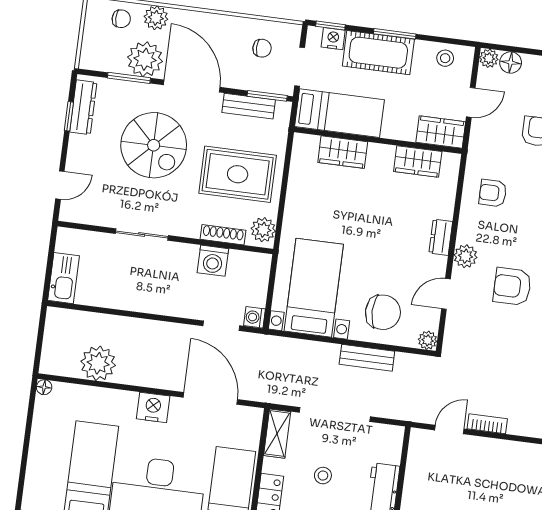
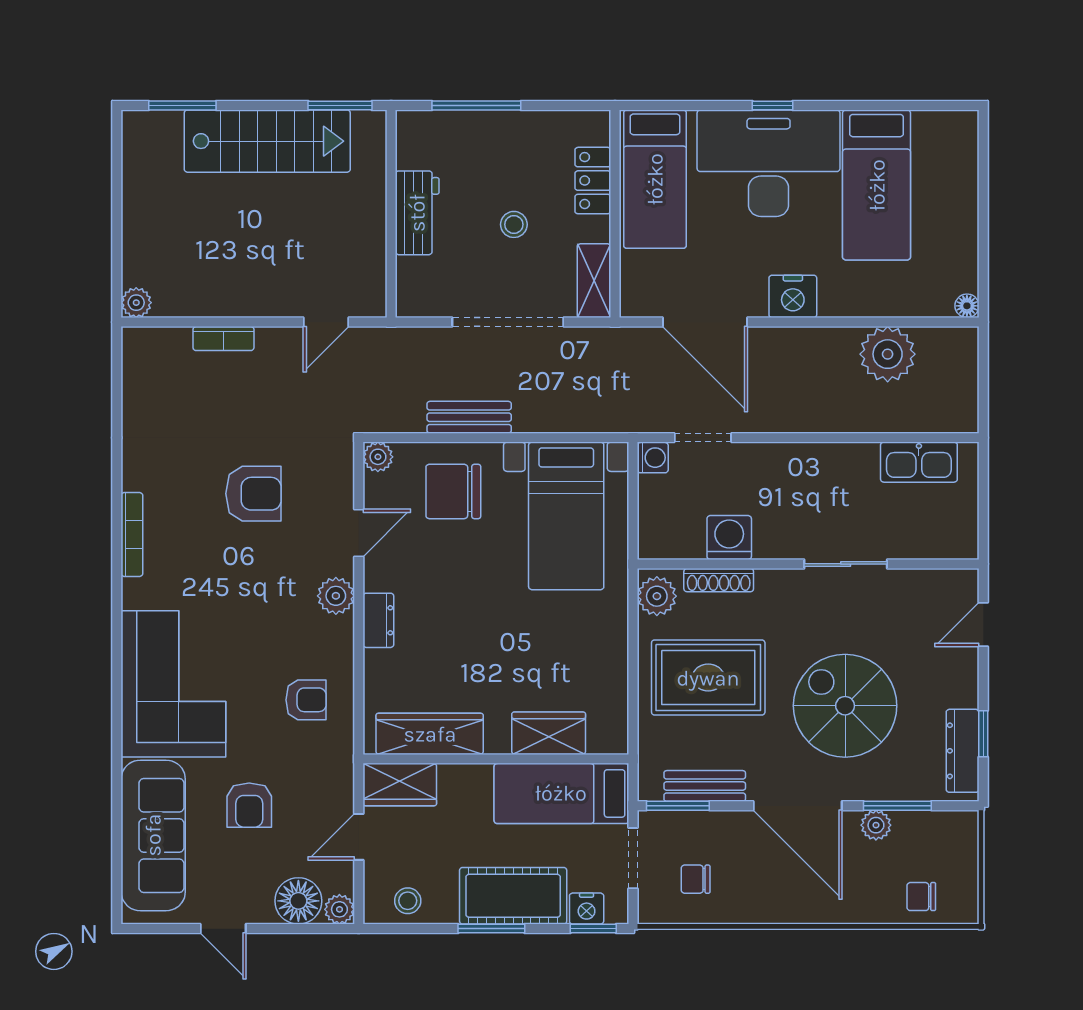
plant: (156, 18) -> (867, 905), removed
plant: (145, 59) -> (876, 825), width x0.53, depth x0.53
floor lamp: (511, 62) -> (298, 901), width x1.38, depth x1.38
wardrobe: (418, 161) -> (430, 734), width x1.50
kitchen sink: (64, 278) -> (919, 462), moved, turned -90
armchair: (512, 287) -> (253, 494), moved
bookcase: (487, 424) -> (223, 339), moved

